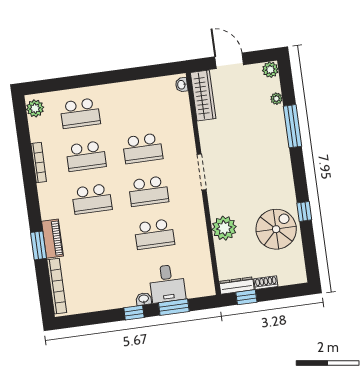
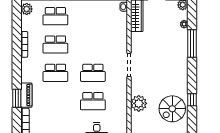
school desk: (143, 148) -> (93, 44), removed
spiral stairs: (276, 229) -> (172, 109), turned 180

